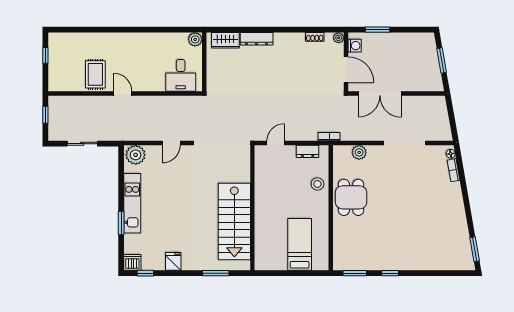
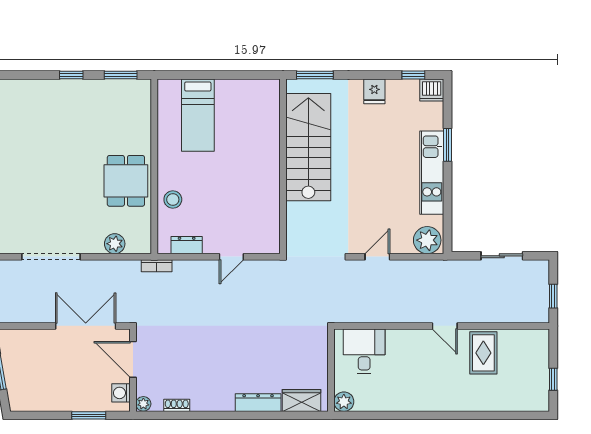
wall: (252, 208) -> (283, 166), moved
stairs: (234, 221) -> (308, 147), moved

